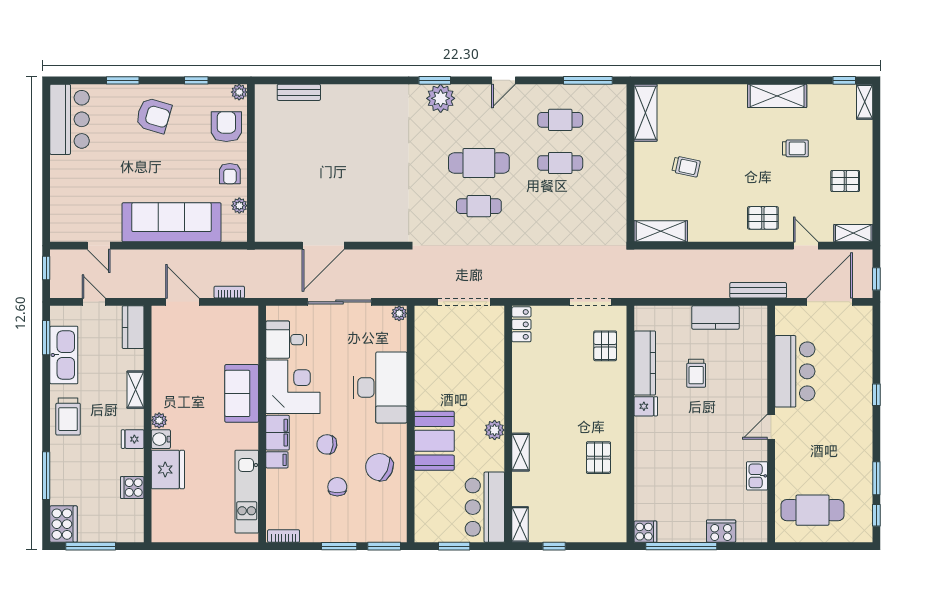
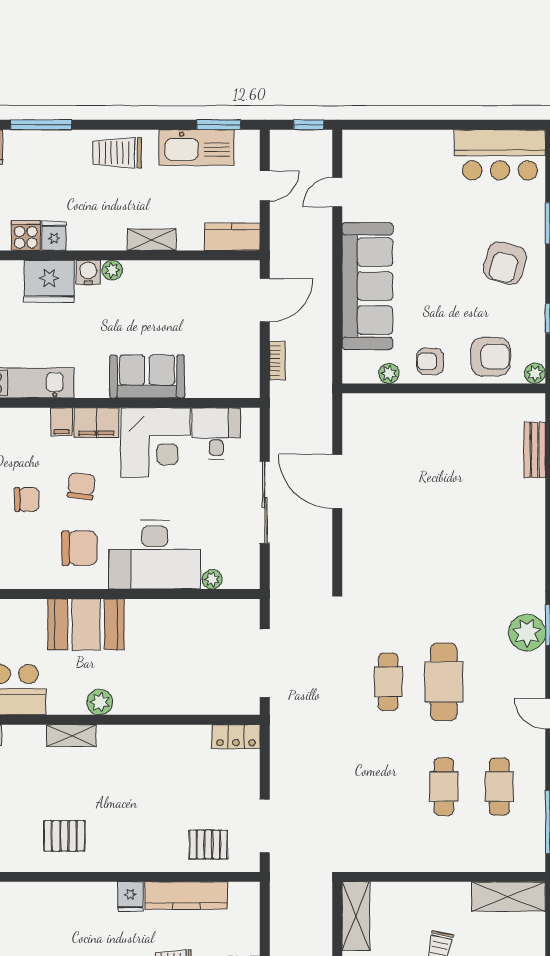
plant: (399, 313) -> (212, 579), moved
fridge: (133, 439) -> (54, 236), moved
chair: (379, 467) -> (80, 548), moved, turned 66

